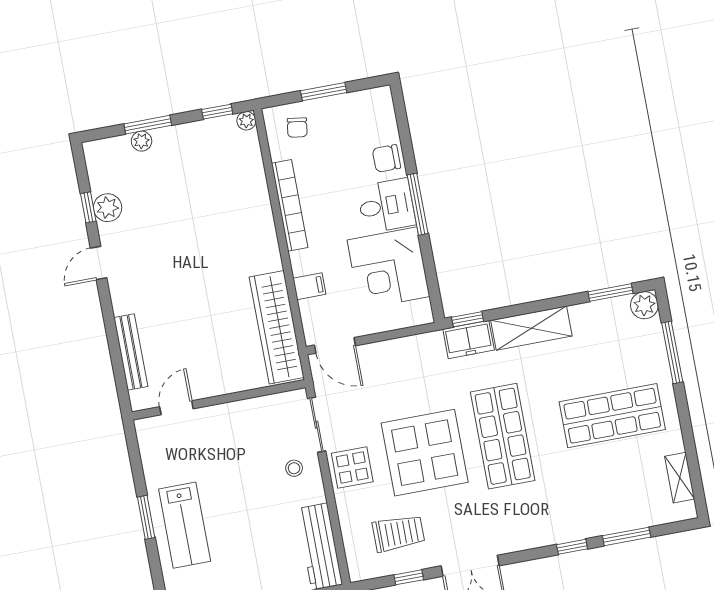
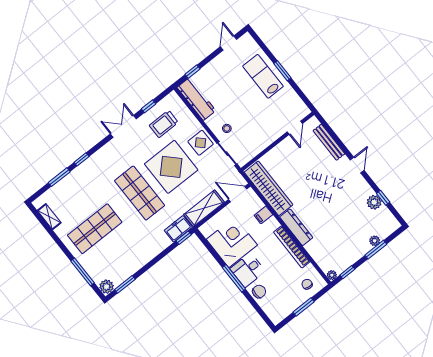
dresser: (264, 235) -> (296, 227), added
door: (99, 263) -> (357, 165), moved
shelving: (531, 328) -> (204, 208), moved

